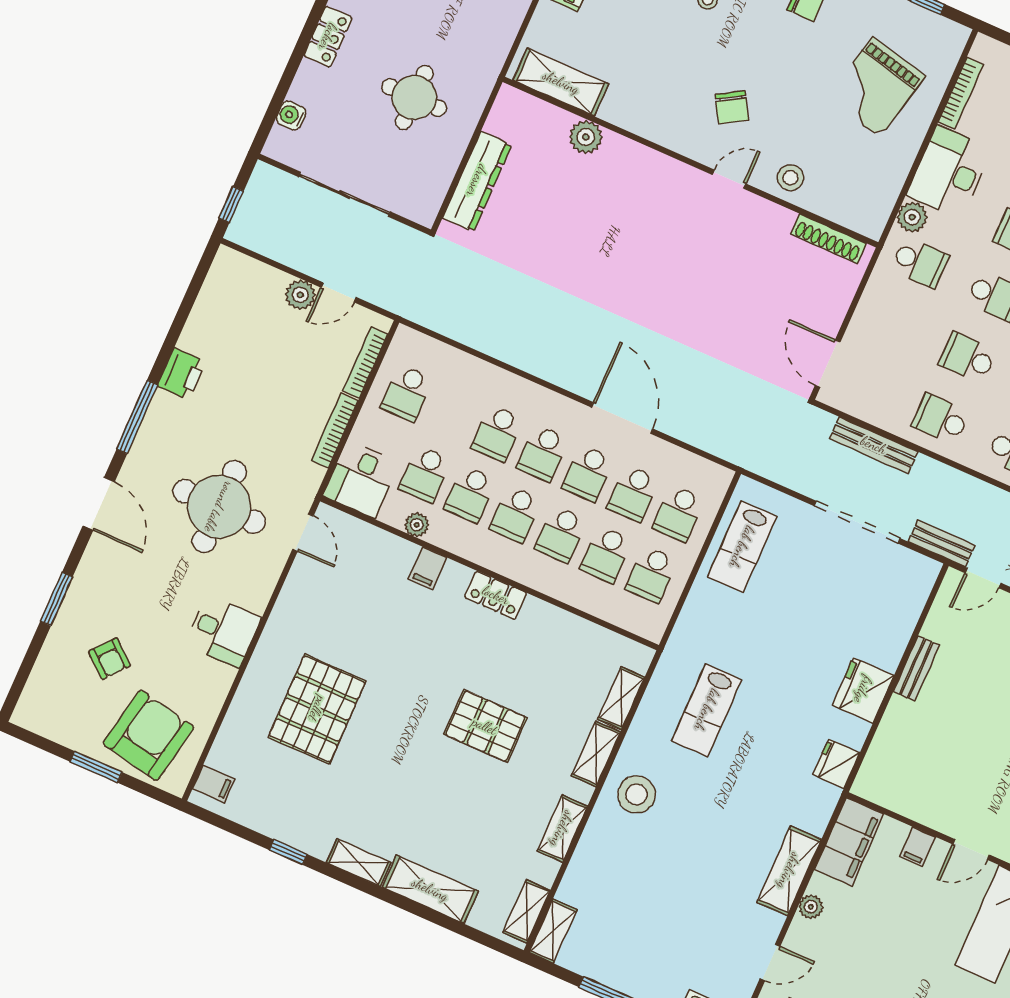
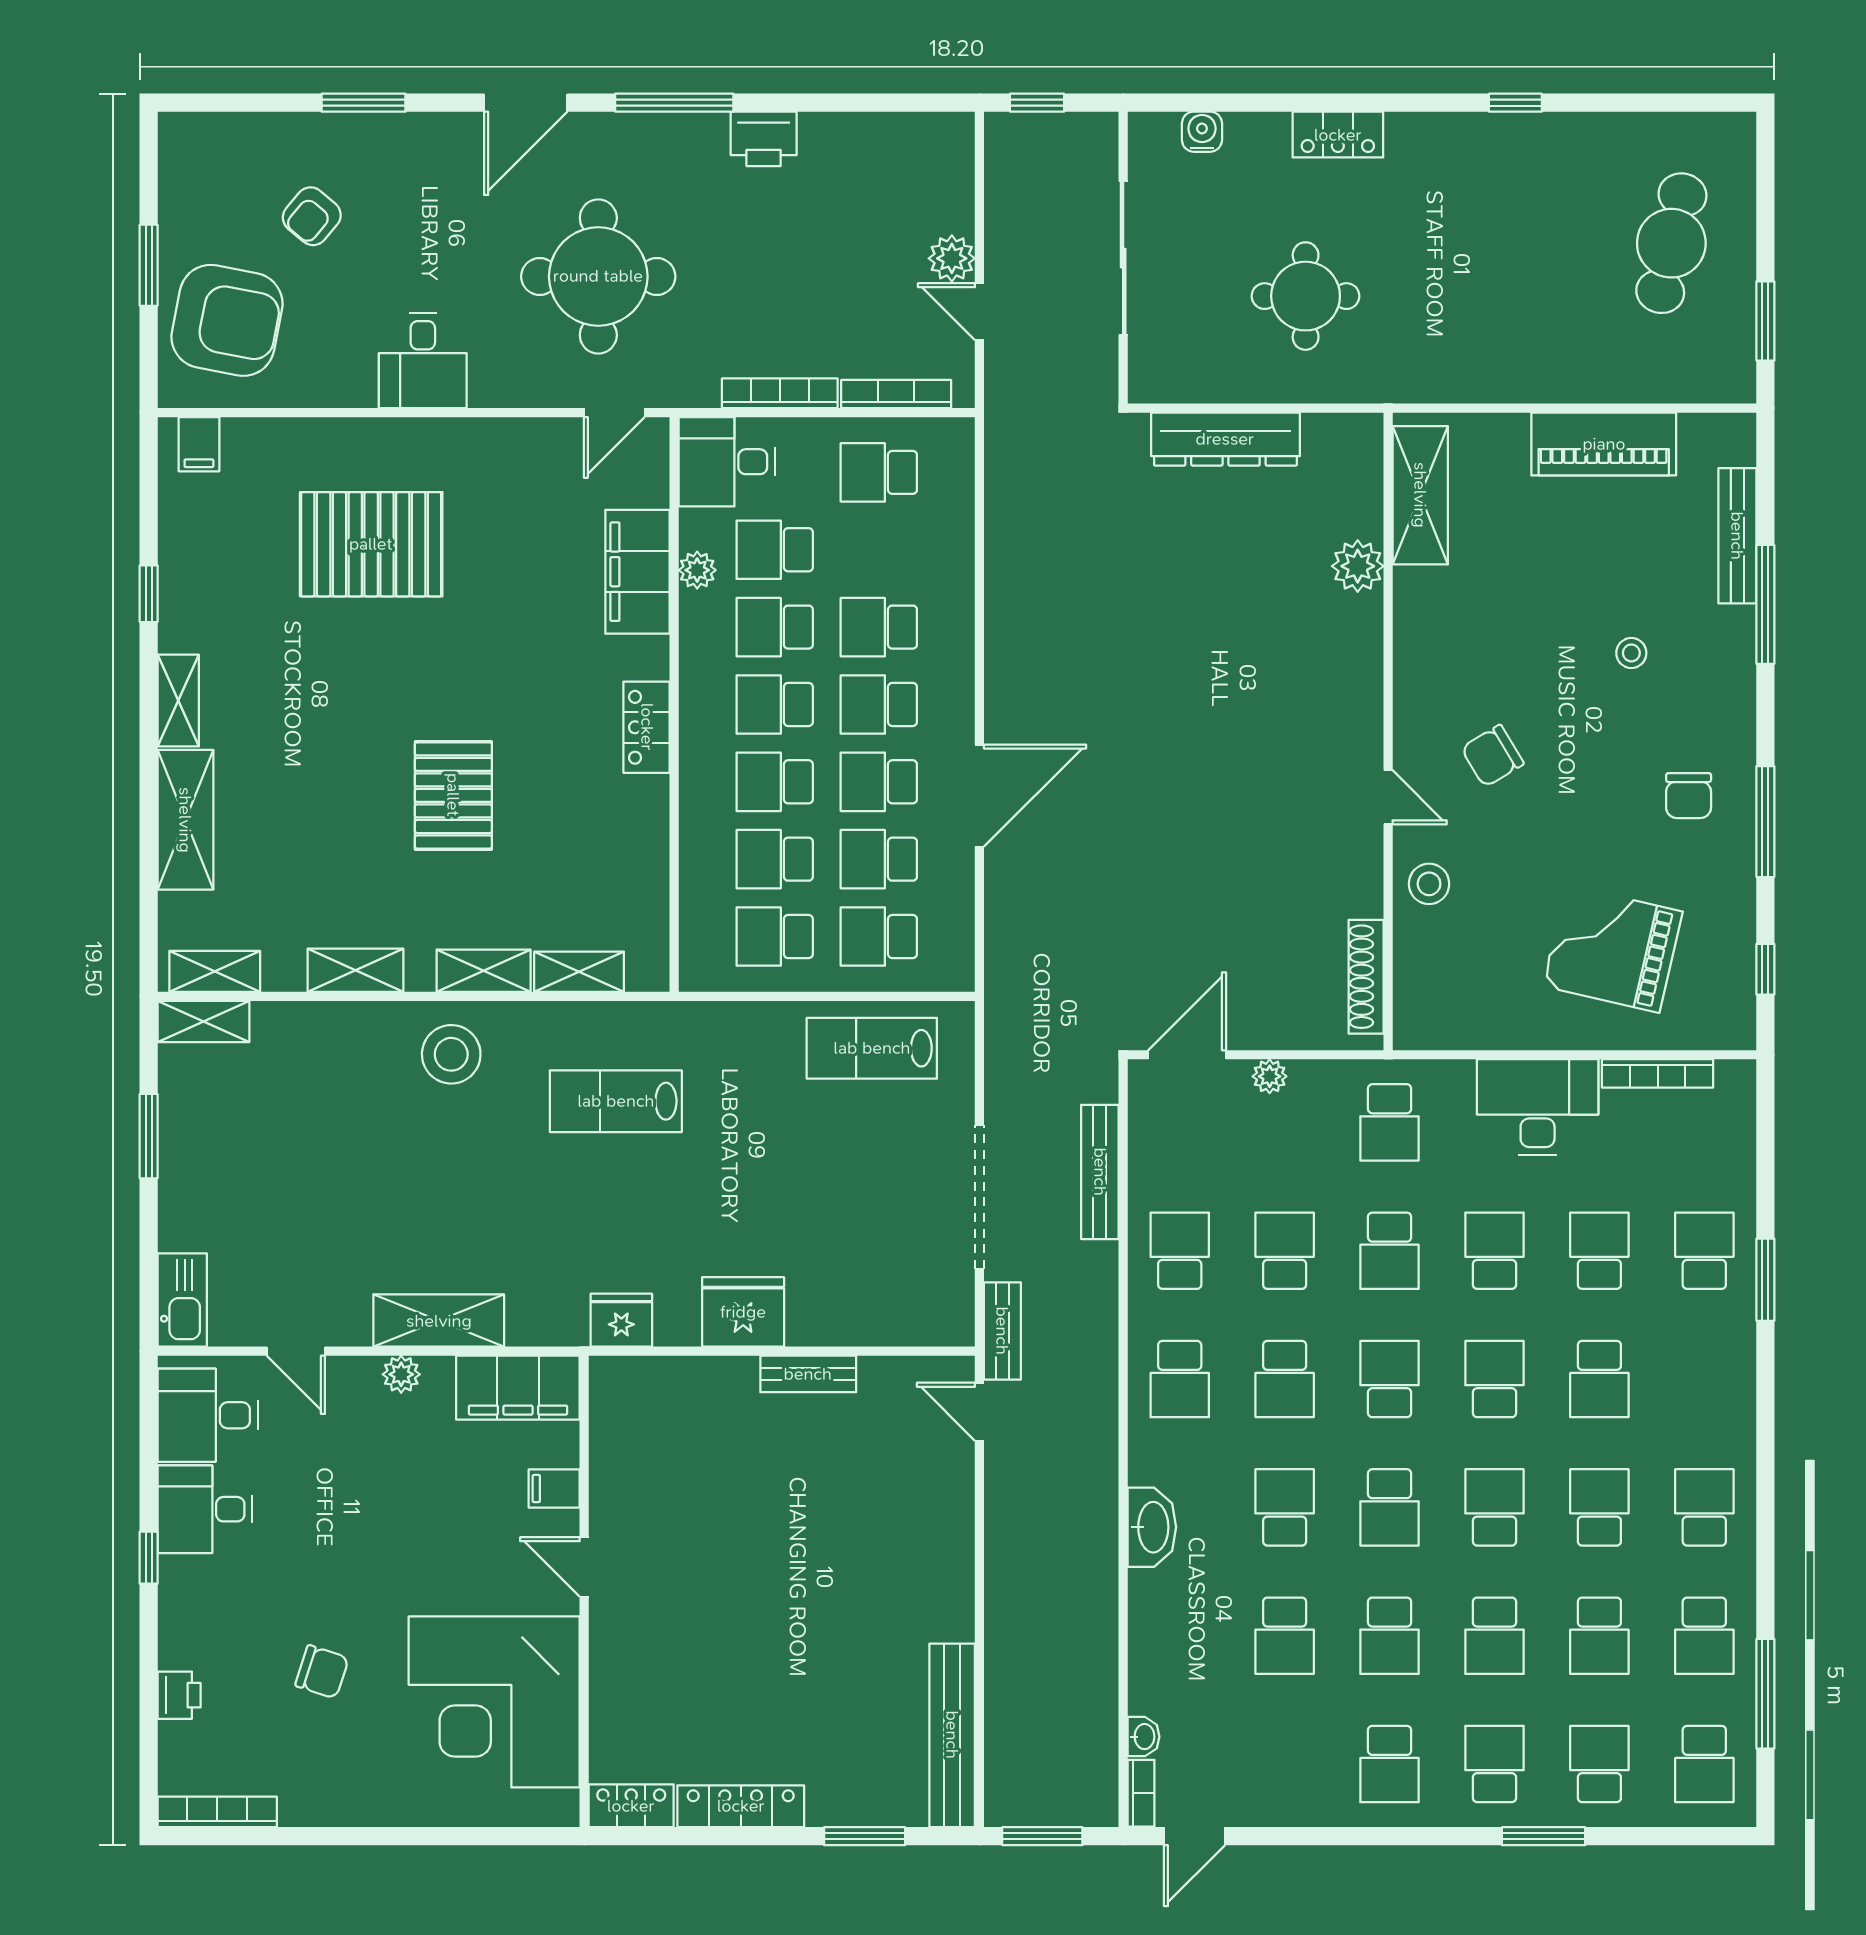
plant: (912, 217) -> (1270, 1076), moved, width x0.73, depth x0.73
filing cabinet: (428, 568) -> (637, 572), width x3.00, depth x1.17

